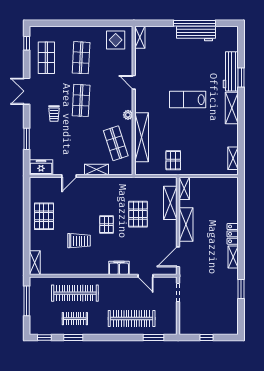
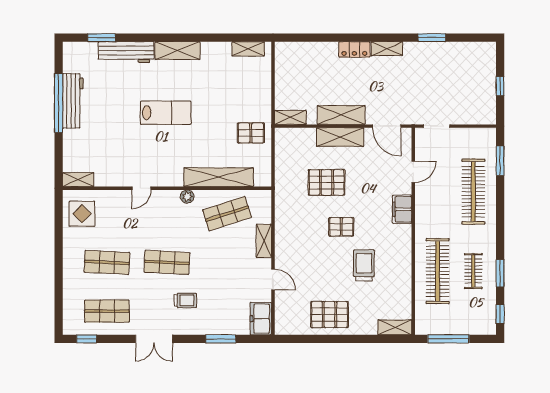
window: (241, 77) -> (101, 38), moved
lab bench: (188, 100) -> (166, 113), turned -90
shelving: (170, 203) -> (340, 137), moved

